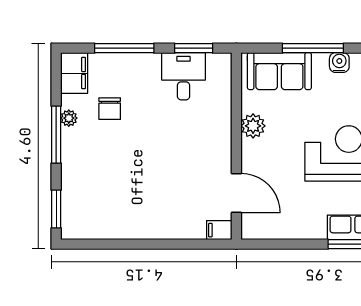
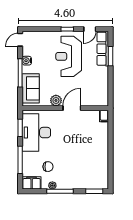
desk: (184, 76) -> (36, 133), width x1.87, depth x1.30
door: (236, 193) -> (72, 108), moved

